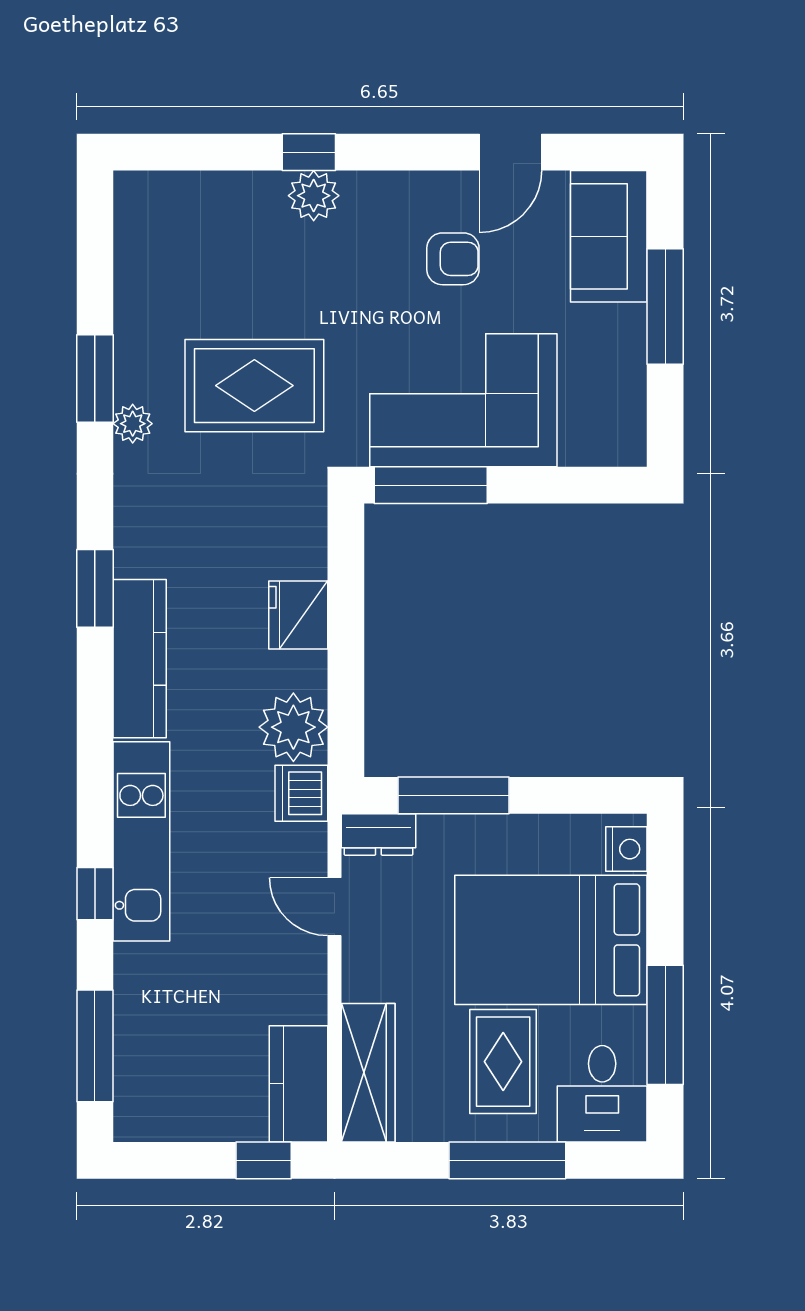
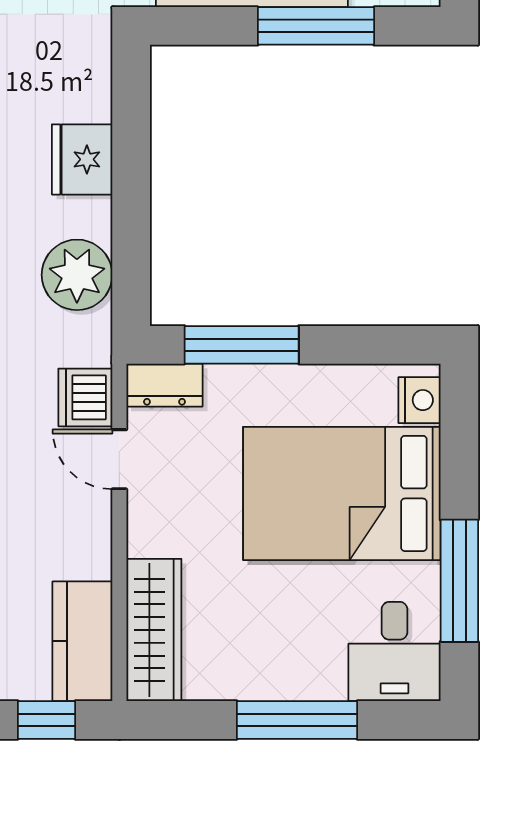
window: (431, 485) -> (316, 26), moved
dishwasher: (301, 793) -> (85, 397), moved
rug: (503, 1062) -> (293, 619), removed

